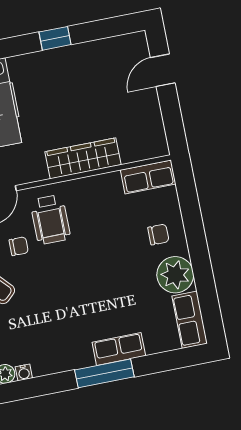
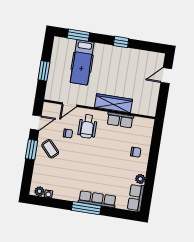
row of seats: (148, 177) -> (120, 120), moved
plant: (175, 275) -> (140, 179), width x0.53, depth x0.53
row of seats: (119, 349) -> (97, 199), width x1.48

